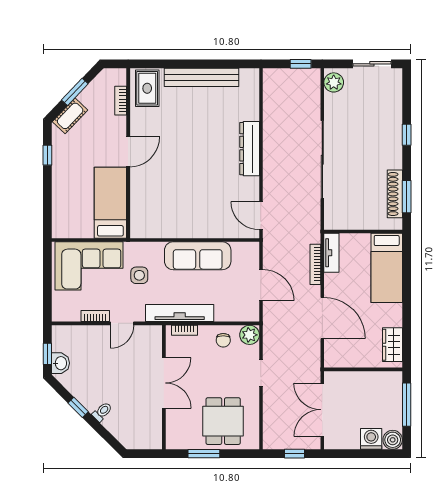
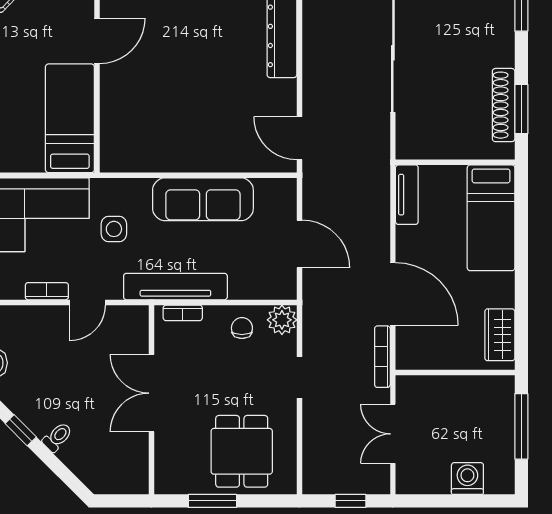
bookcase: (315, 264) -> (382, 357), moved
chair: (223, 340) -> (242, 328), turned 180
double door: (164, 383) -> (151, 393), swing flipped
double door: (322, 410) -> (393, 434), width x0.73
boiler: (393, 440) -> (500, 480), removed

